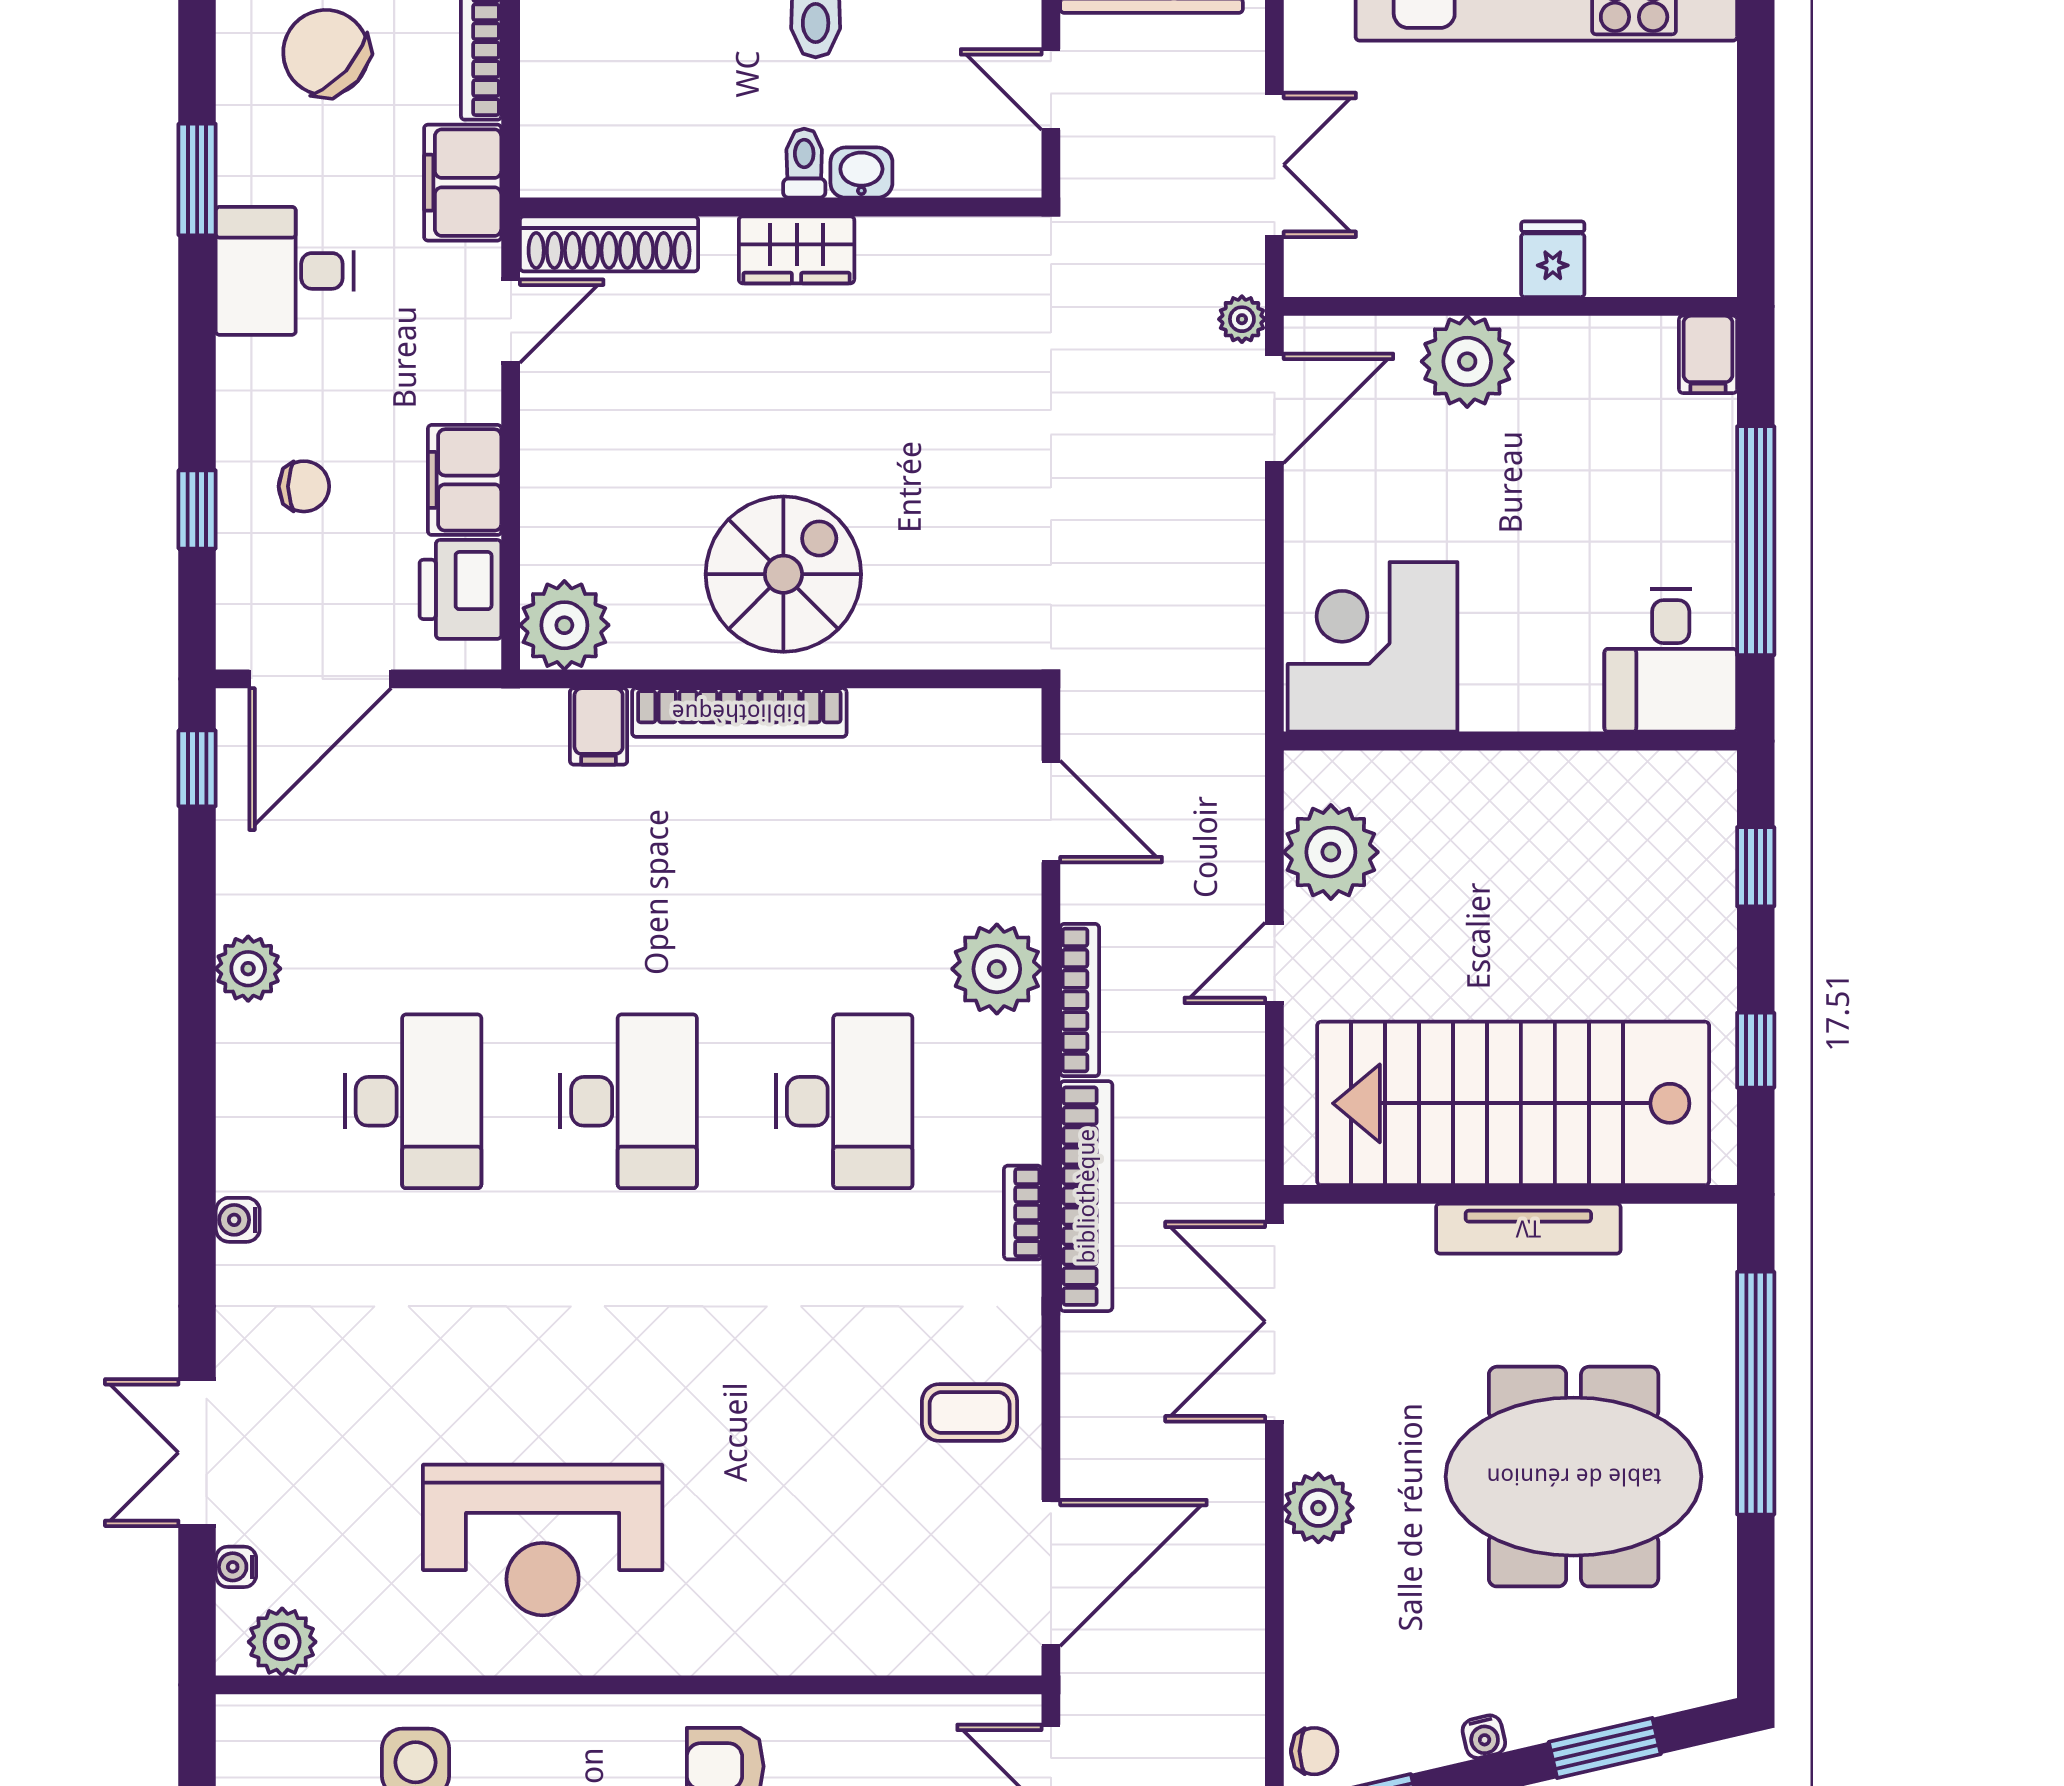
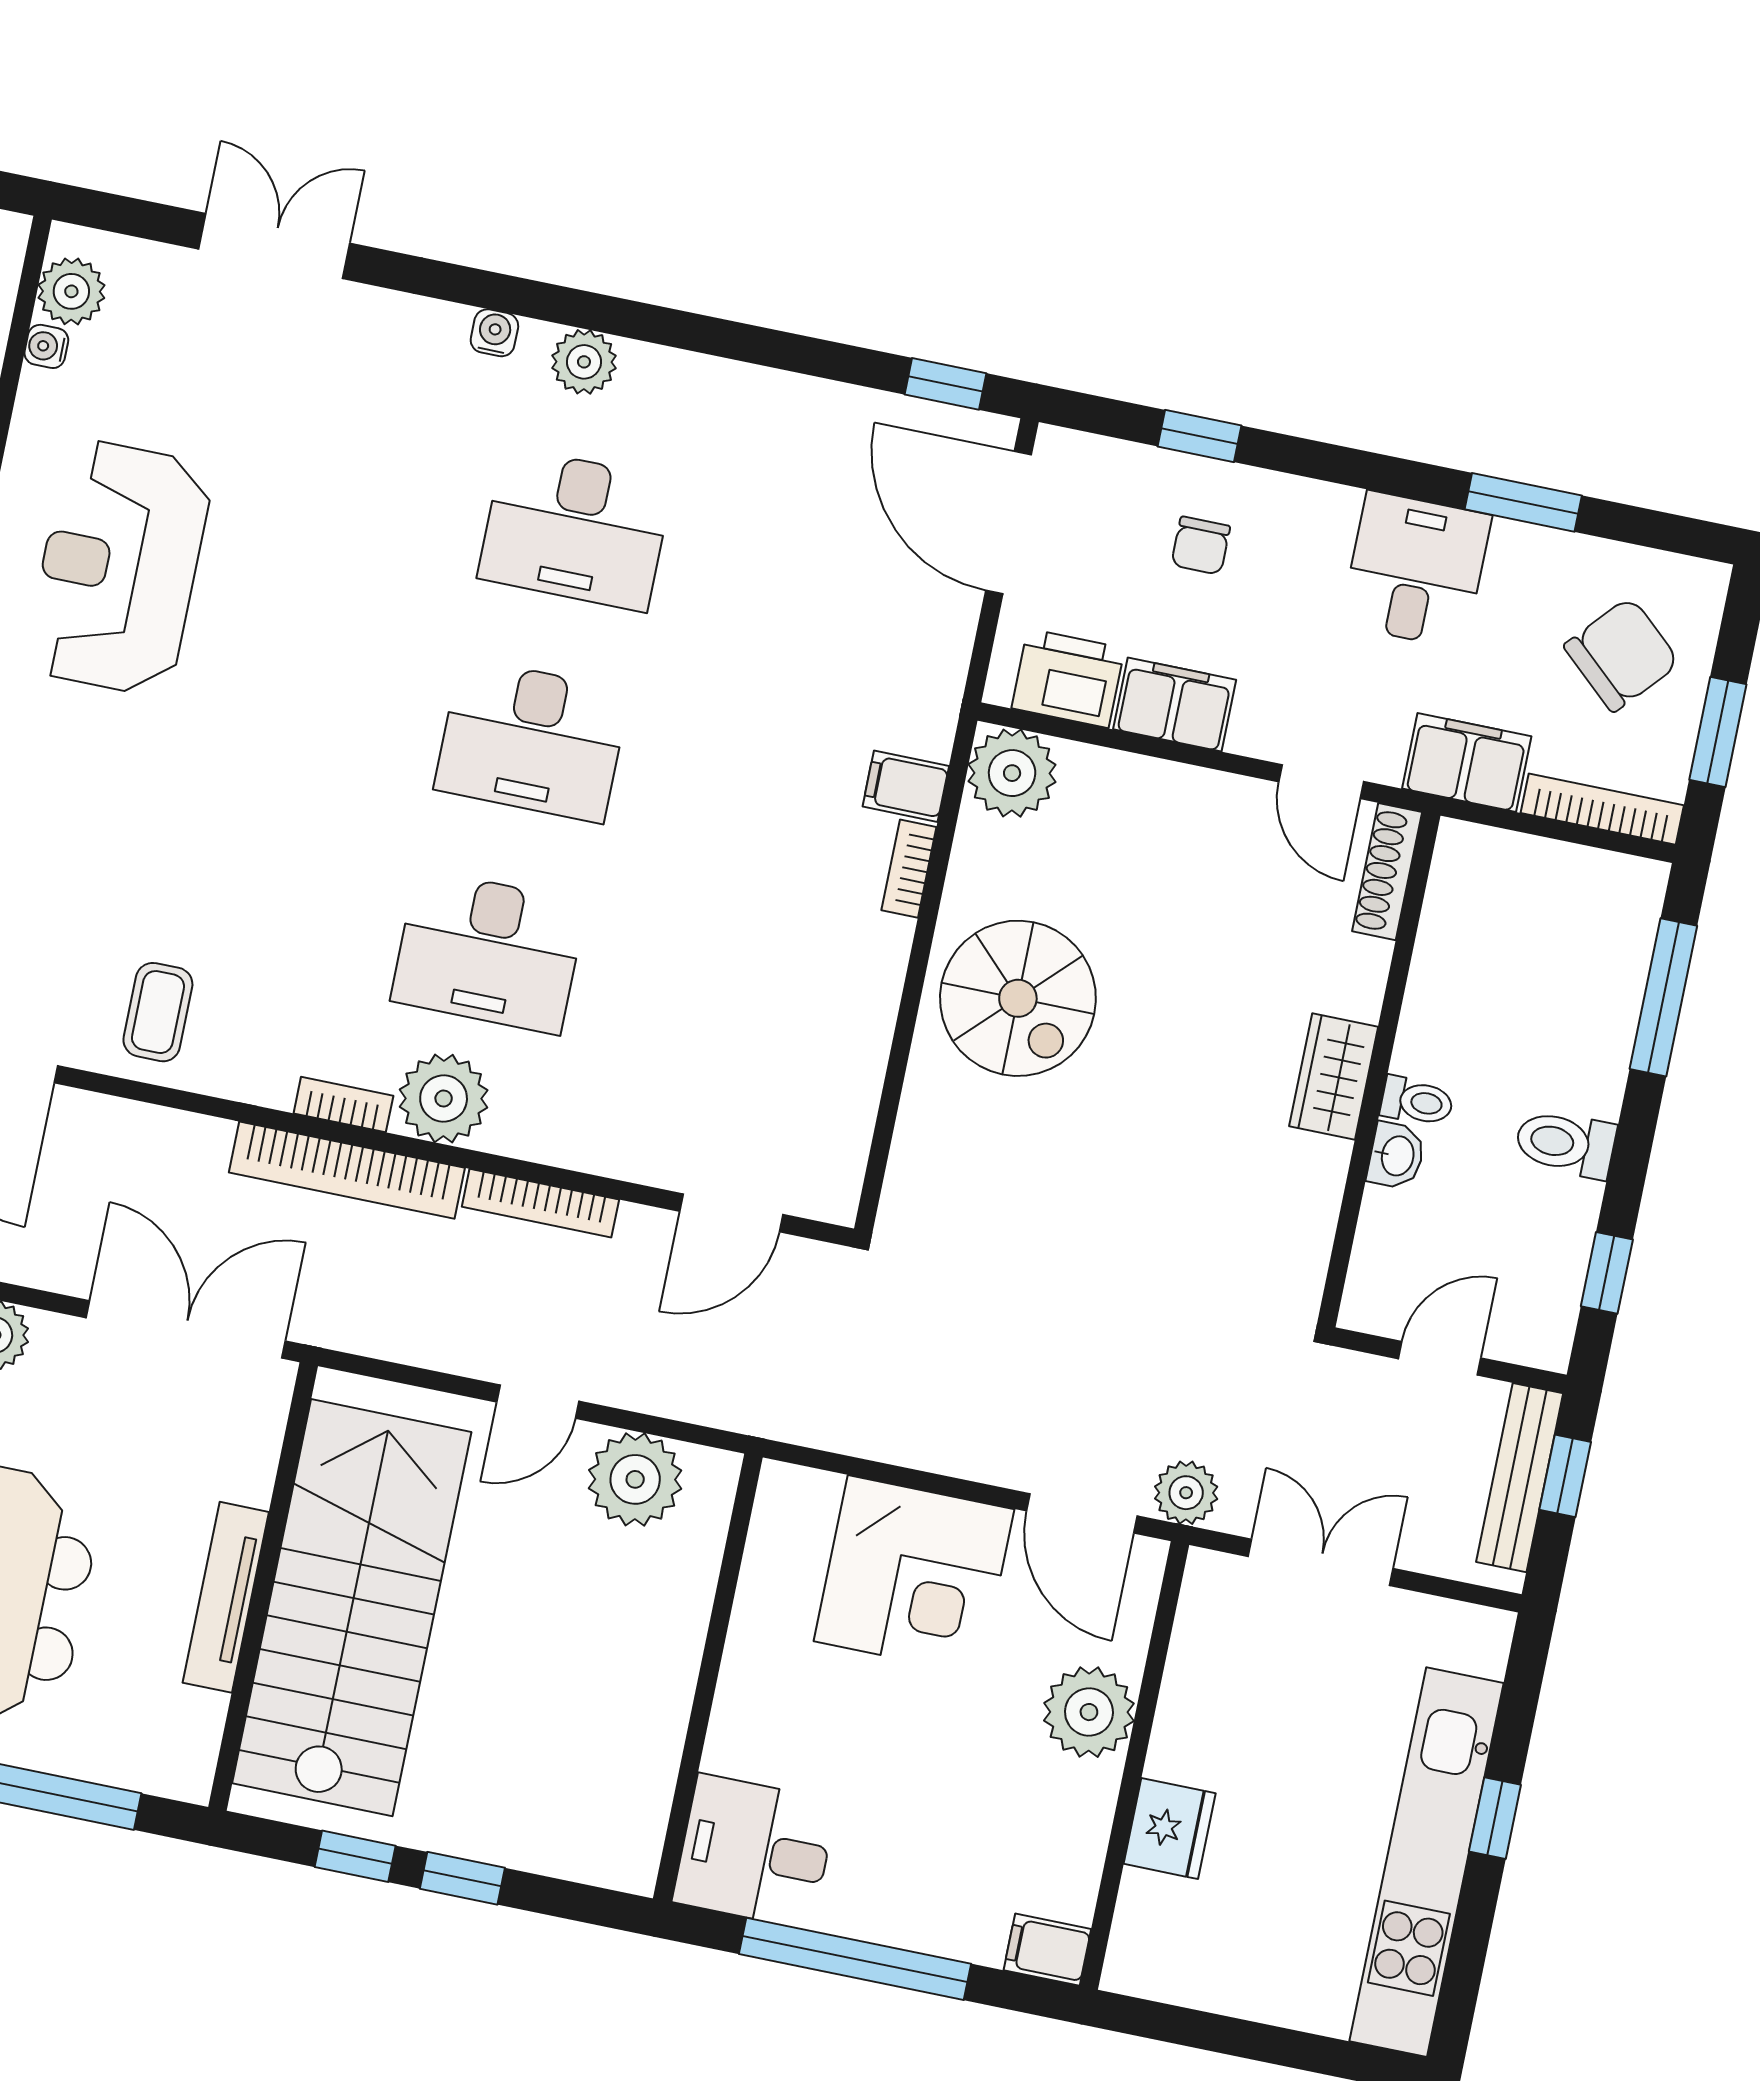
double door: (1274, 165) -> (1321, 1562), swing flipped
shoe rack: (609, 244) -> (1387, 872), width x0.74, depth x0.81
fridge: (1553, 259) -> (1170, 1828), width x1.38
plant: (1242, 319) -> (1186, 1493), width x1.38, depth x1.38
corner desk: (1373, 647) -> (914, 1575), moved, turned 90
bookcase: (739, 713) -> (909, 869), width x0.43, depth x0.76
window: (1756, 867) -> (462, 1878), moved
door: (1274, 963) -> (538, 1402), swing flipped
plant: (248, 969) -> (584, 362), moved
plant: (997, 969) -> (444, 1099), moved
water cooler: (236, 1567) -> (46, 346), moved, turned -90

